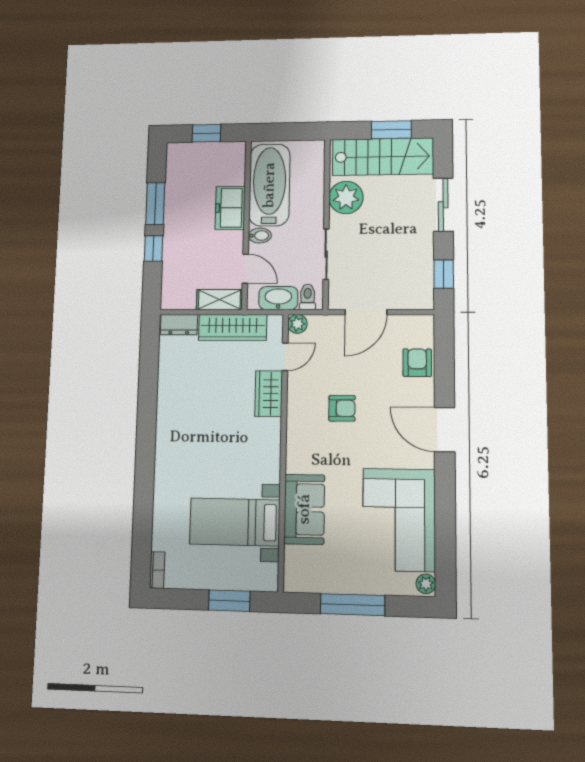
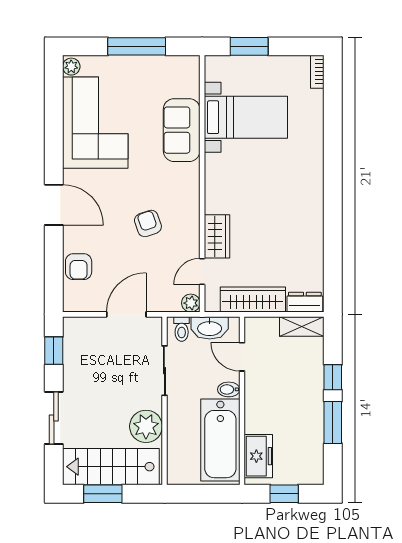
freezer: (230, 208) -> (258, 456), moved
shelving: (219, 300) -> (302, 327), moved
armchair: (342, 408) -> (148, 223), turned 71

